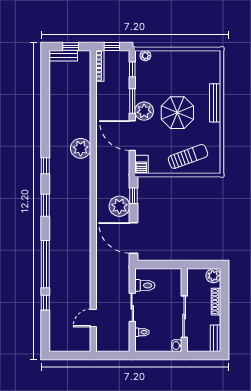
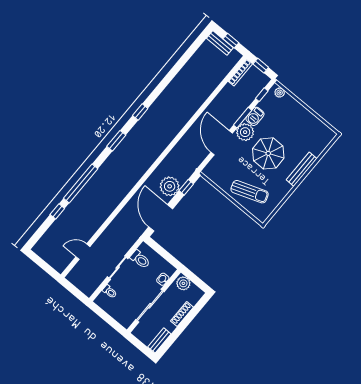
plant: (81, 148) -> (176, 121), removed
barbecue: (141, 164) -> (255, 116), moved
plant: (213, 276) -> (183, 283), moved
washbasin: (177, 346) -> (163, 279), moved

